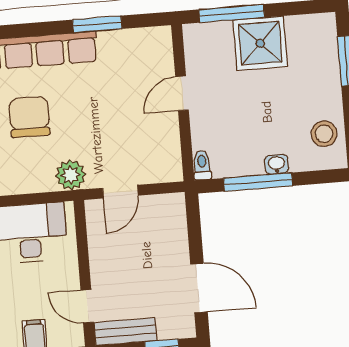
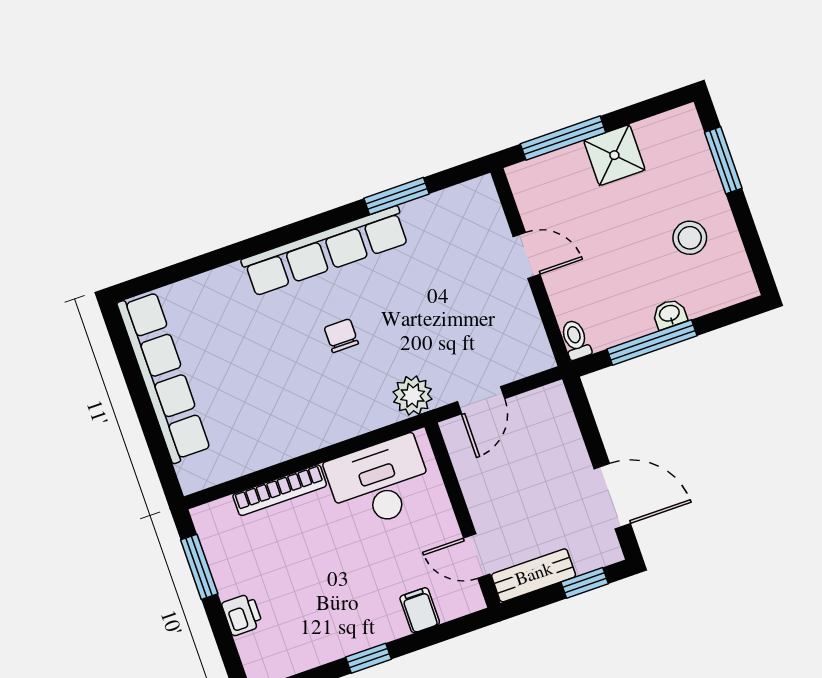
shower: (260, 43) -> (614, 155), width x0.73, depth x0.73
door: (182, 93) -> (527, 255), swing flipped
chair: (29, 117) -> (341, 336), width x0.54, depth x0.54
stool: (324, 134) -> (690, 238), moved

